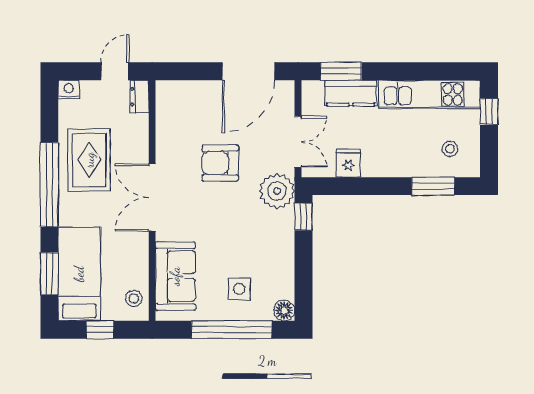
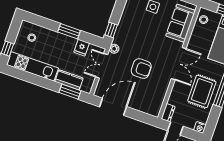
window: (433, 186) -> (69, 31), moved
plant: (277, 191) -> (114, 49), width x0.53, depth x0.53

